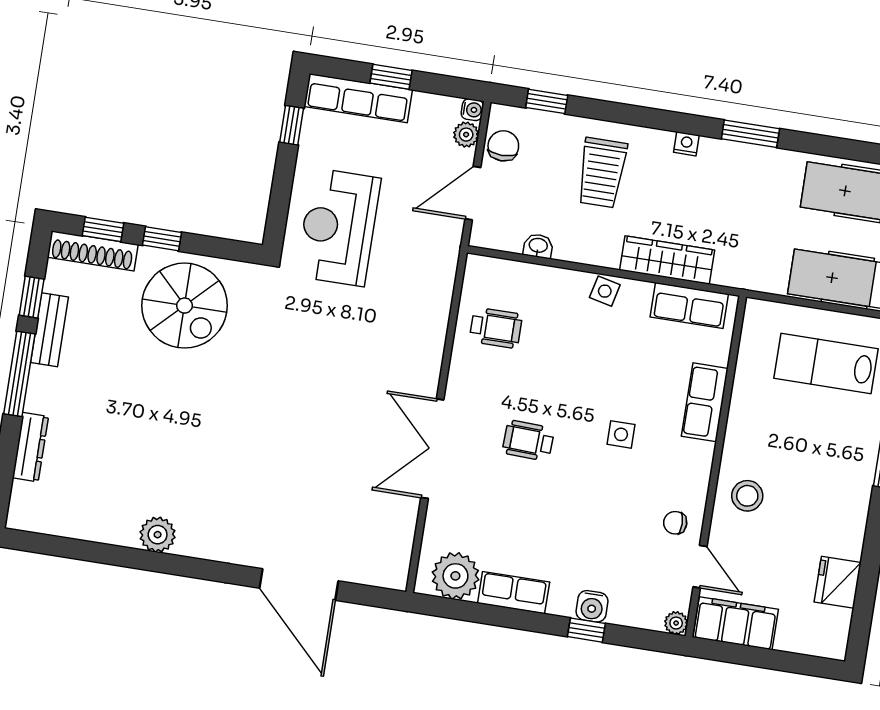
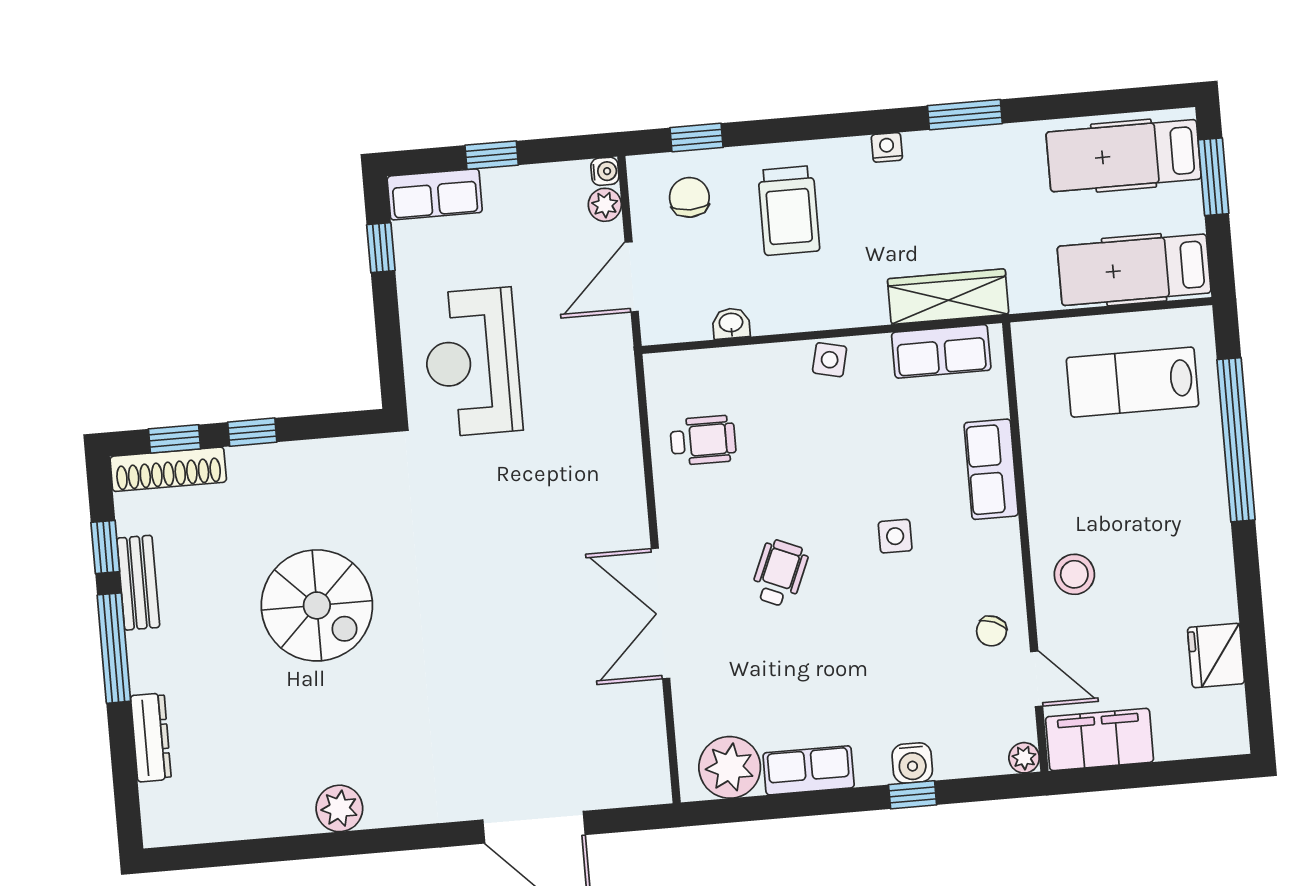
row of seats: (358, 98) -> (435, 194), width x0.68
chair: (503, 146) -> (689, 197), moved
wardrobe: (667, 260) -> (948, 297), moved
spiral stairs: (185, 306) -> (317, 605), moved
wheelchair: (528, 441) -> (780, 573), turned 111
chair: (675, 523) -> (991, 631), turned -67

